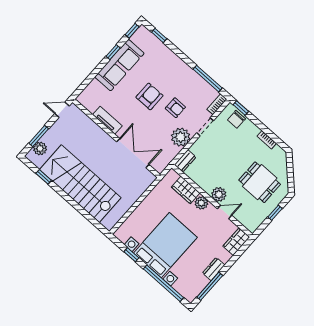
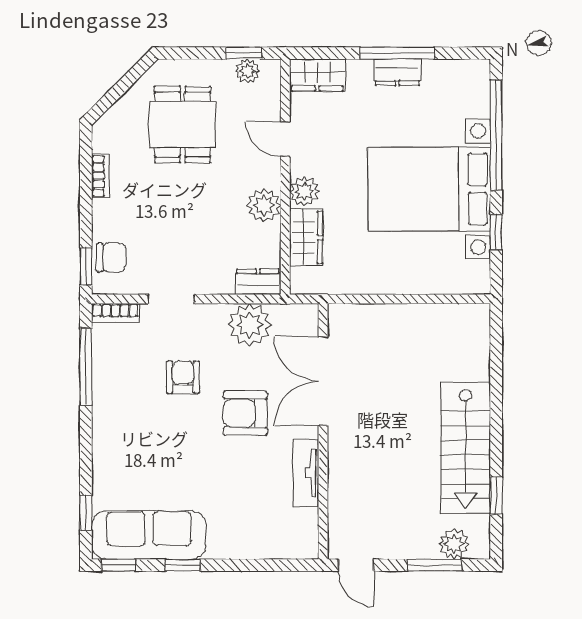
sofa: (119, 65) -> (149, 535), moved
armchair: (149, 96) -> (245, 413), moved
plant: (181, 137) -> (250, 325), moved
stairs: (80, 184) -> (465, 448), width x0.73, depth x0.66
plant: (219, 194) -> (264, 205), moved
window: (275, 213) -> (244, 53), moved
plant: (258, 220) -> (248, 71), added
window: (210, 286) -> (397, 53), moved

